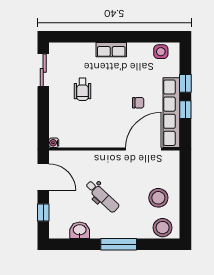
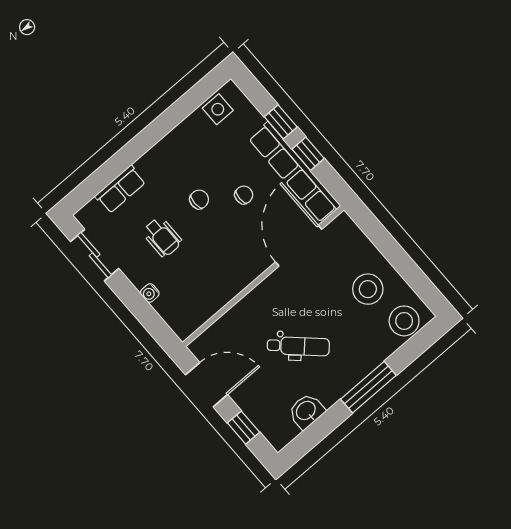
row of seats: (111, 50) -> (120, 189), moved
chair: (115, 87) -> (199, 199), added
water cooler: (54, 143) -> (150, 293), moved

